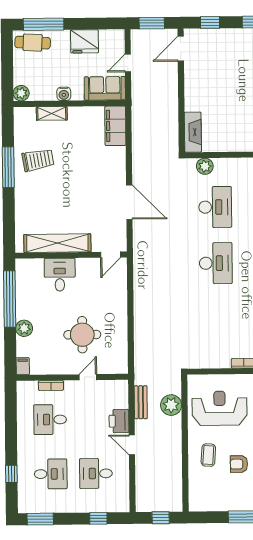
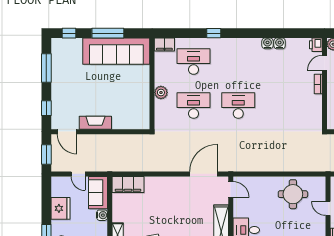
water cooler: (64, 94) -> (102, 215), moved
fireplace: (193, 132) -> (95, 123), moved
plant: (205, 166) -> (161, 92), moved
door: (129, 202) -> (204, 174), moved
round table: (82, 335) -> (293, 194), moved

